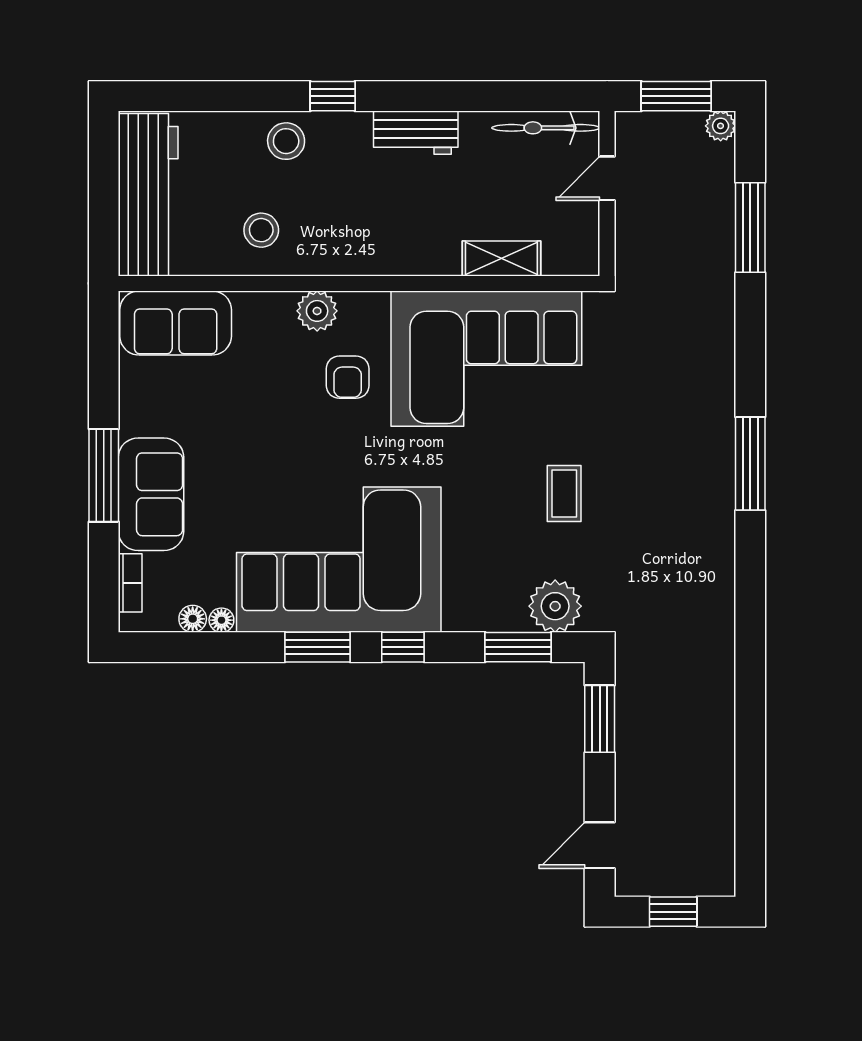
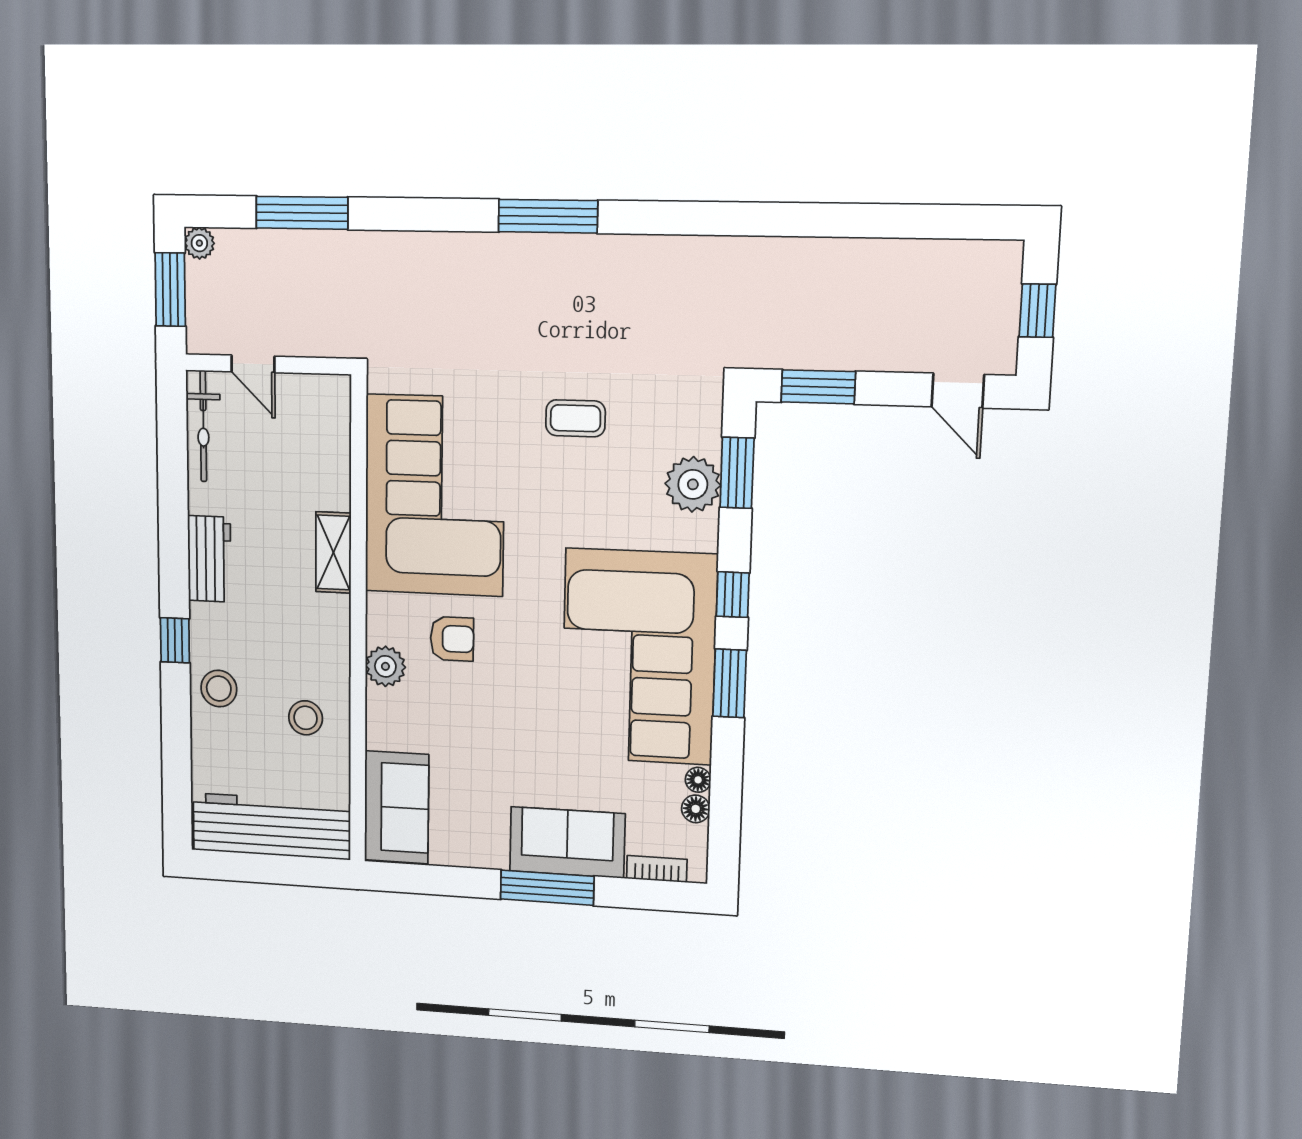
shelving: (501, 258) -> (333, 552), moved
plant: (555, 606) -> (693, 484), moved

